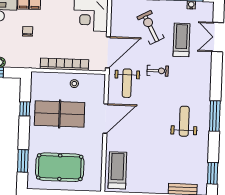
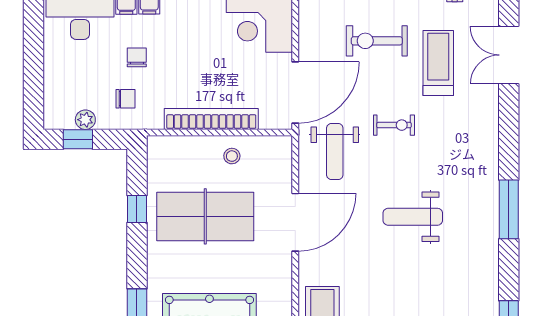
exercise bike: (150, 27) -> (377, 41), turned -62
chair: (21, 52) -> (126, 99), added
weight bench: (184, 121) -> (413, 217), moved, turned -90

